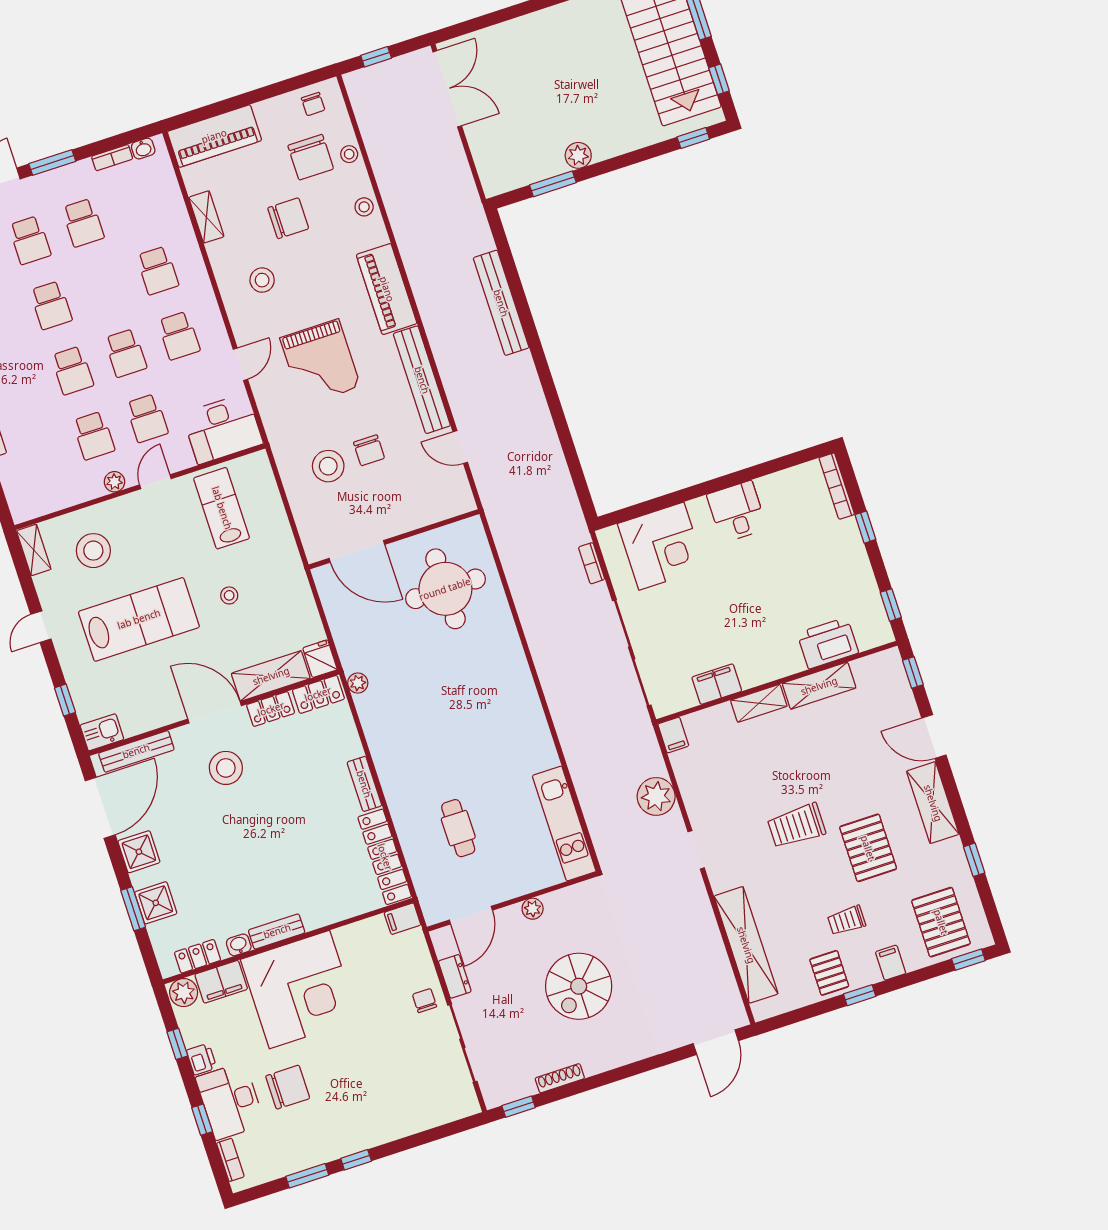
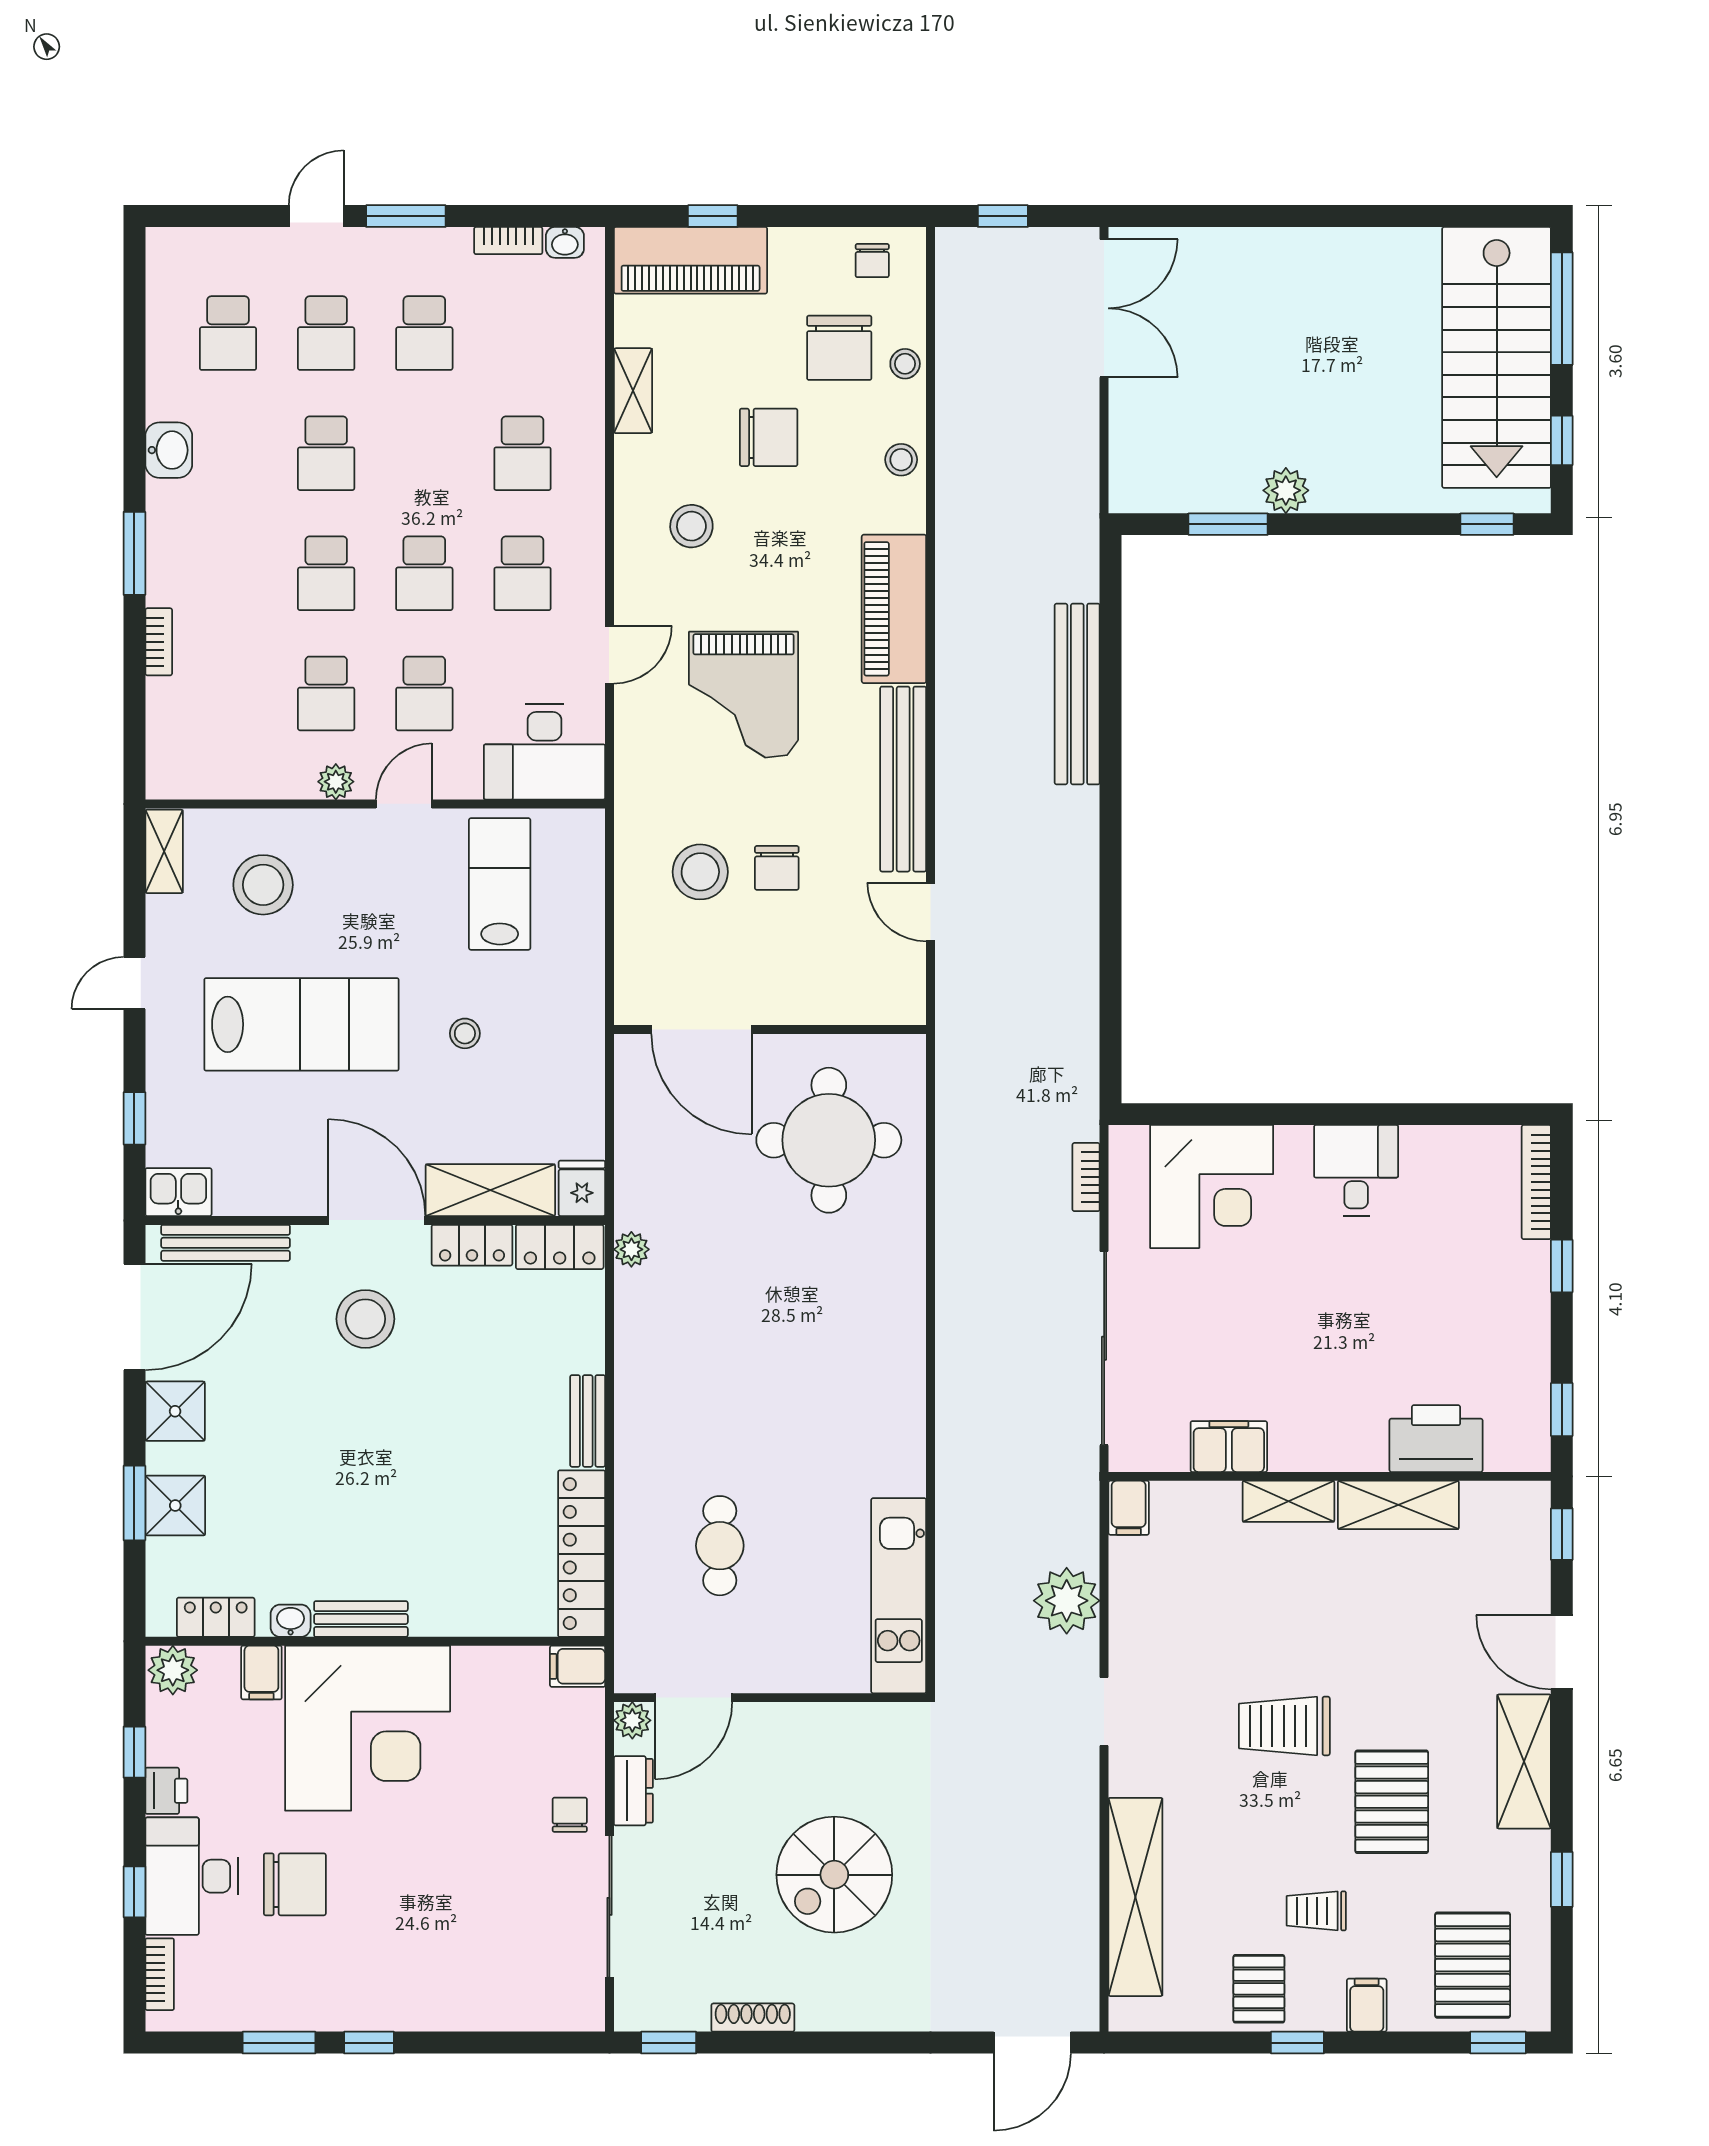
window: (219, 108) -> (713, 216), added
plant: (533, 909) -> (632, 1720), moved
filing cabinet: (221, 982) -> (261, 1673), width x0.50

